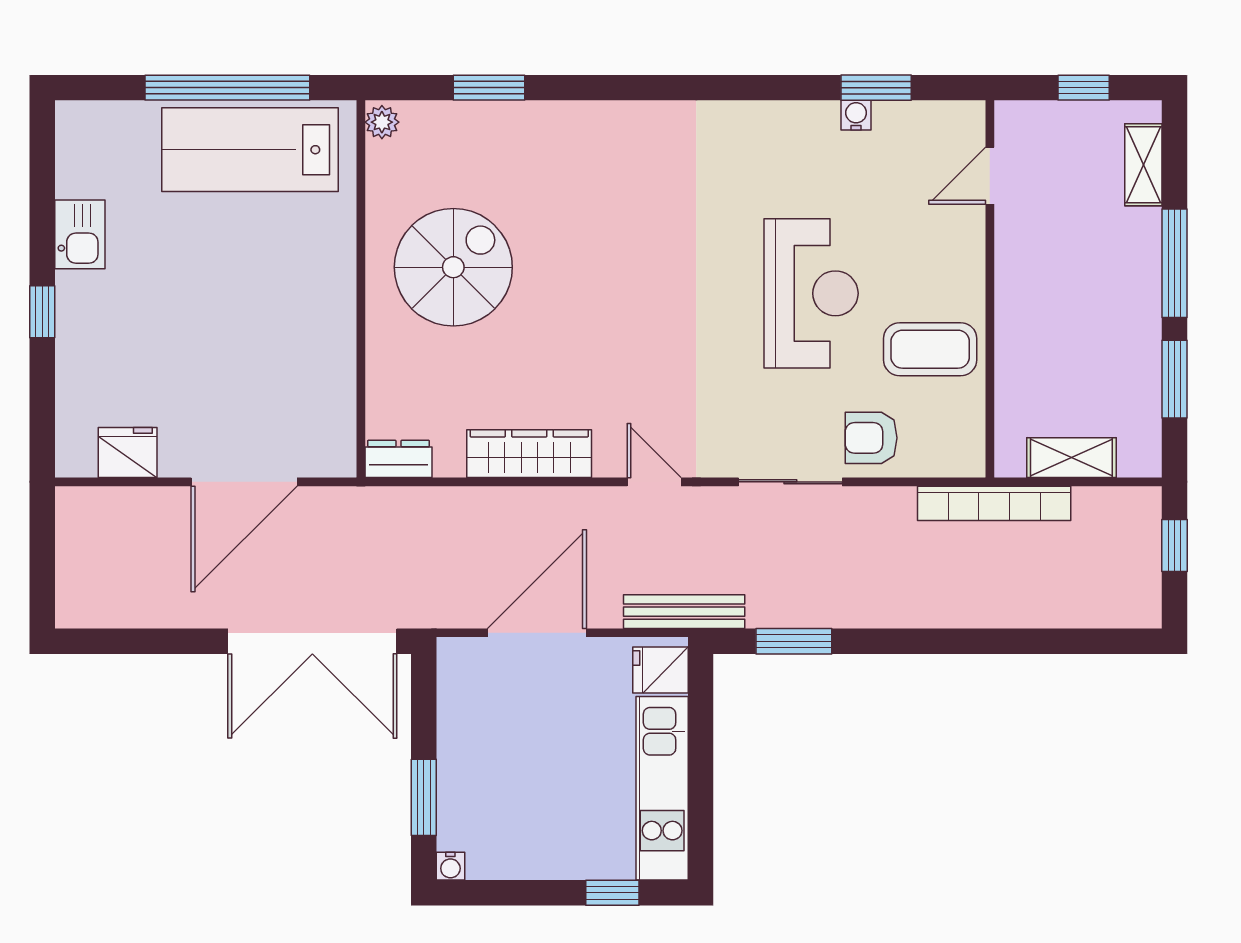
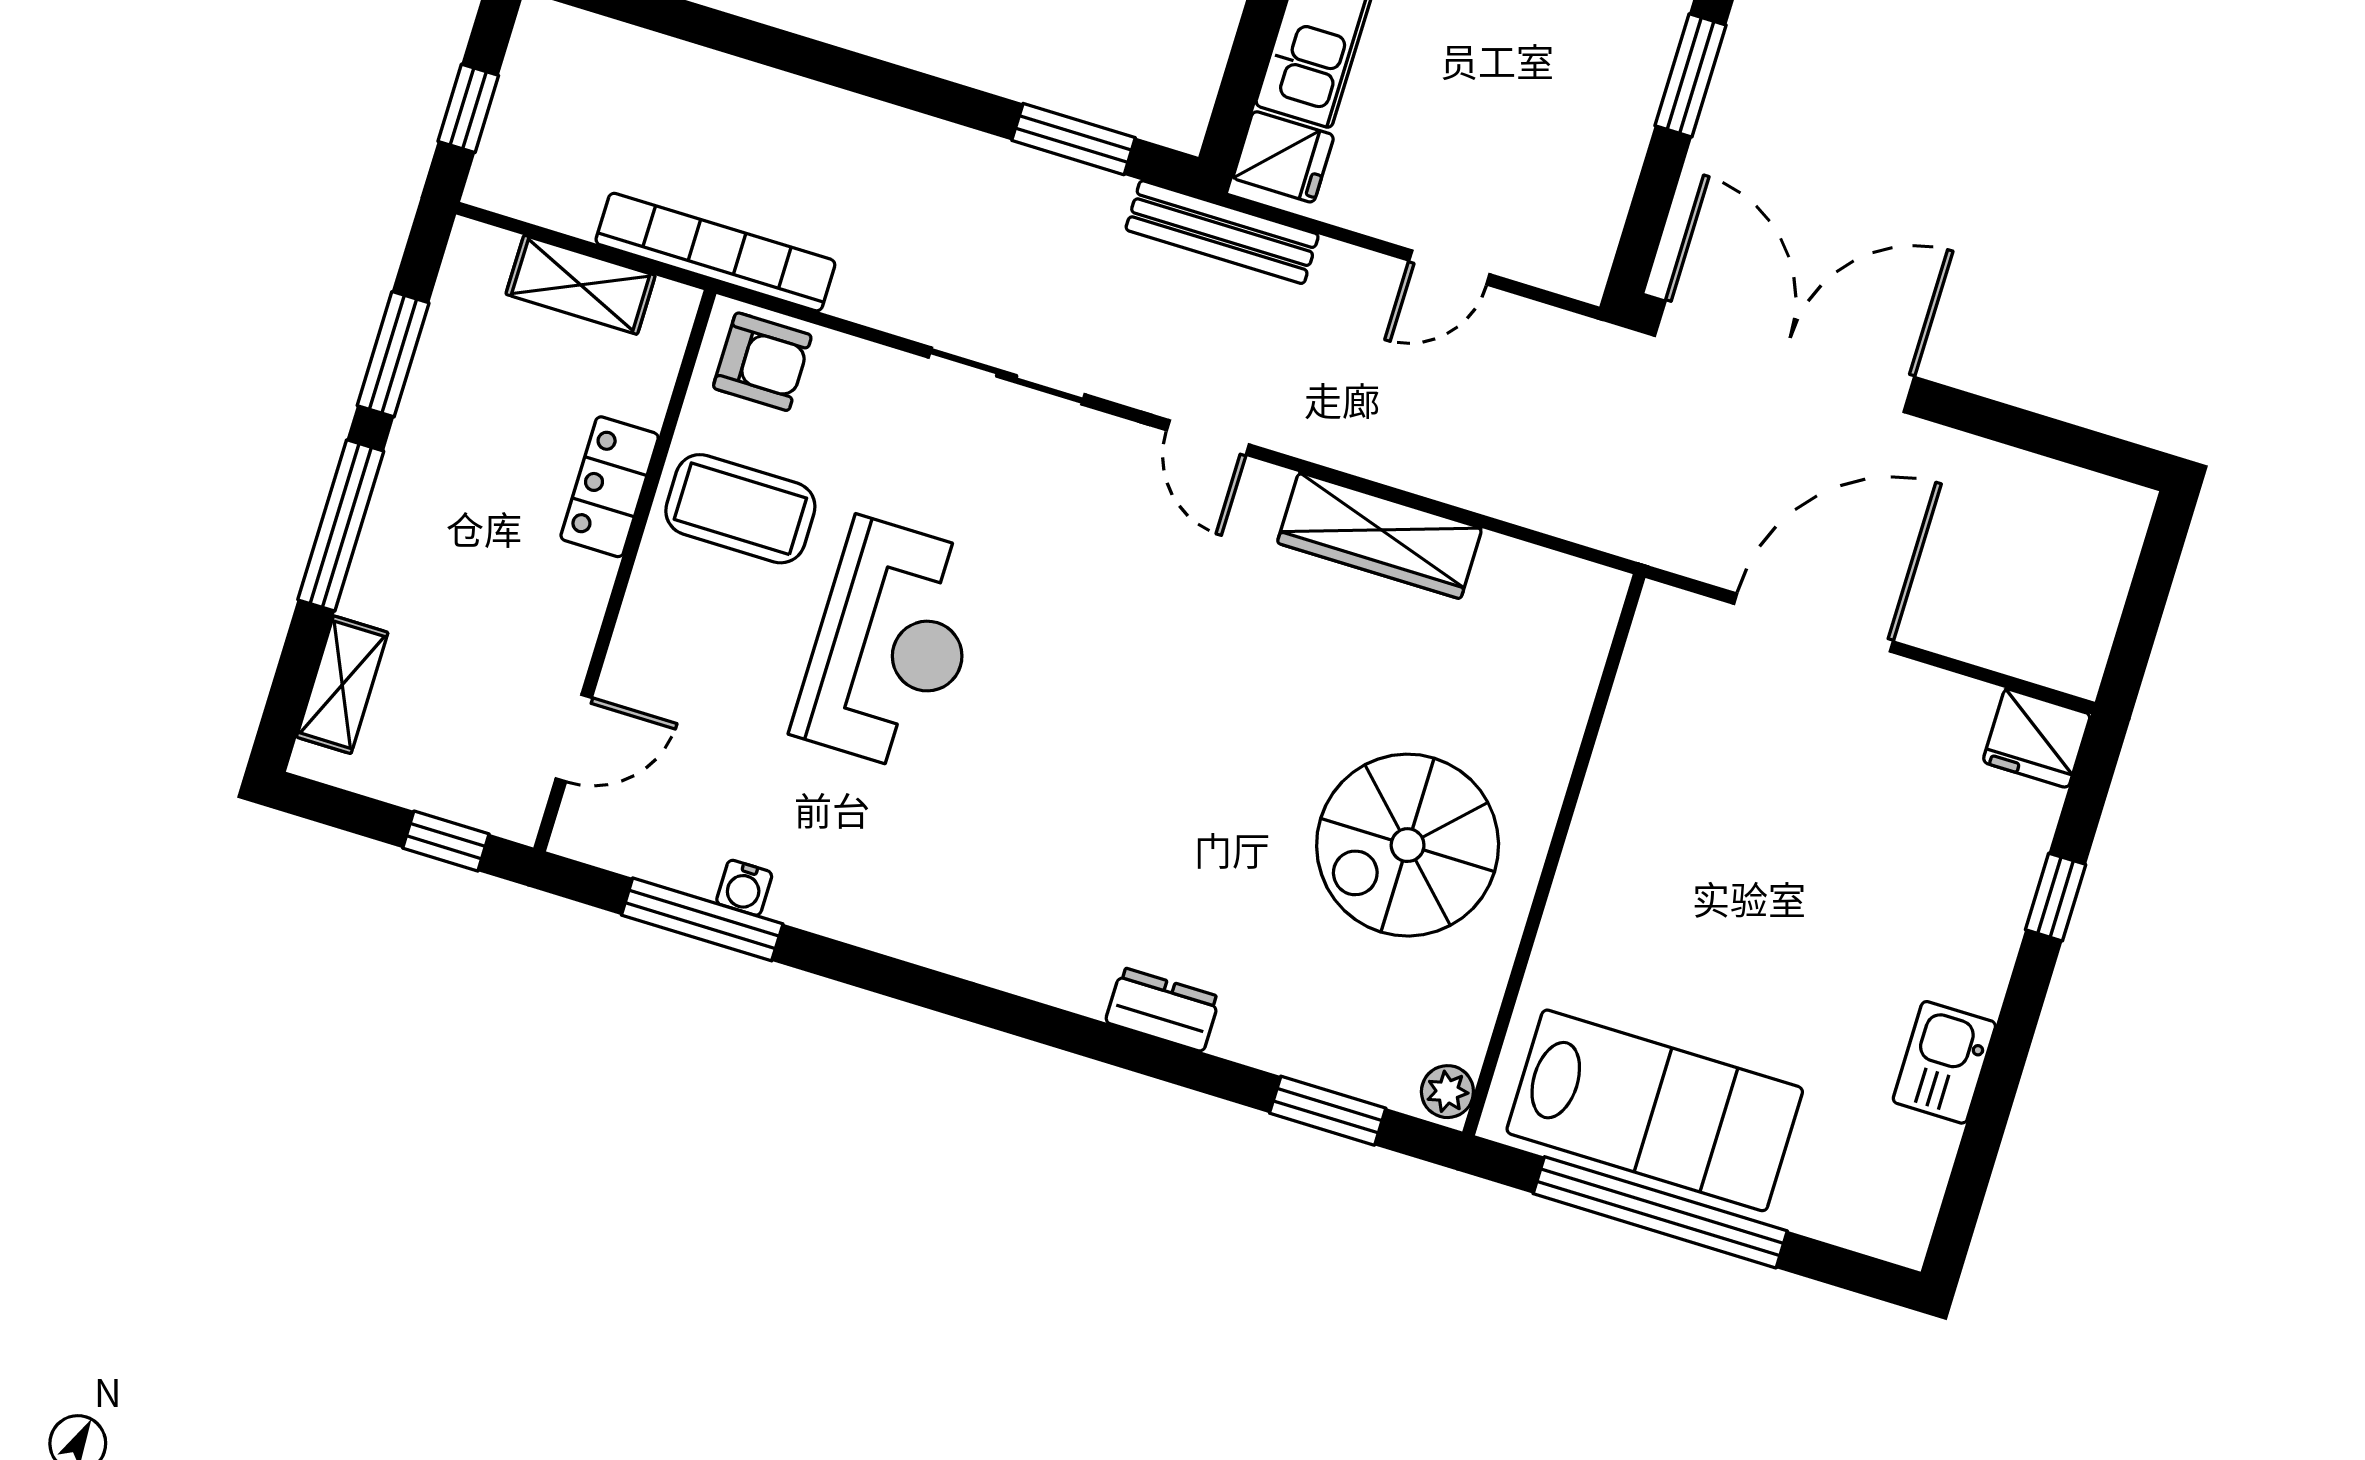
window: (489, 88) -> (1328, 1111), moved
window: (876, 88) -> (702, 919), width x1.44
window: (1084, 88) -> (446, 841), moved
reception desk: (811, 293) -> (891, 645), turned 180
window: (42, 312) -> (2056, 897), moved
locker: (1015, 338) -> (610, 487), added
armchair: (871, 438) -> (762, 362), moved
fridge: (128, 452) -> (2037, 738), moved
dresser: (399, 459) -> (1163, 1010), moved, turned 180
door: (537, 633) -> (1449, 267), width x0.53

